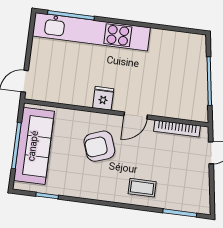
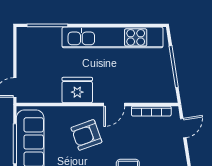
kitchen unit: (91, 32) -> (113, 37), moved
fridge: (103, 98) -> (77, 90), width x1.88, depth x1.34

